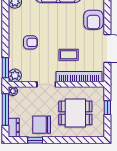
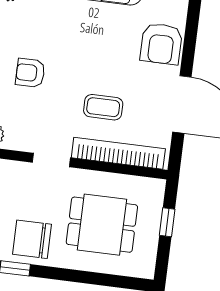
armchair: (30, 42) -> (30, 73), turned 180

